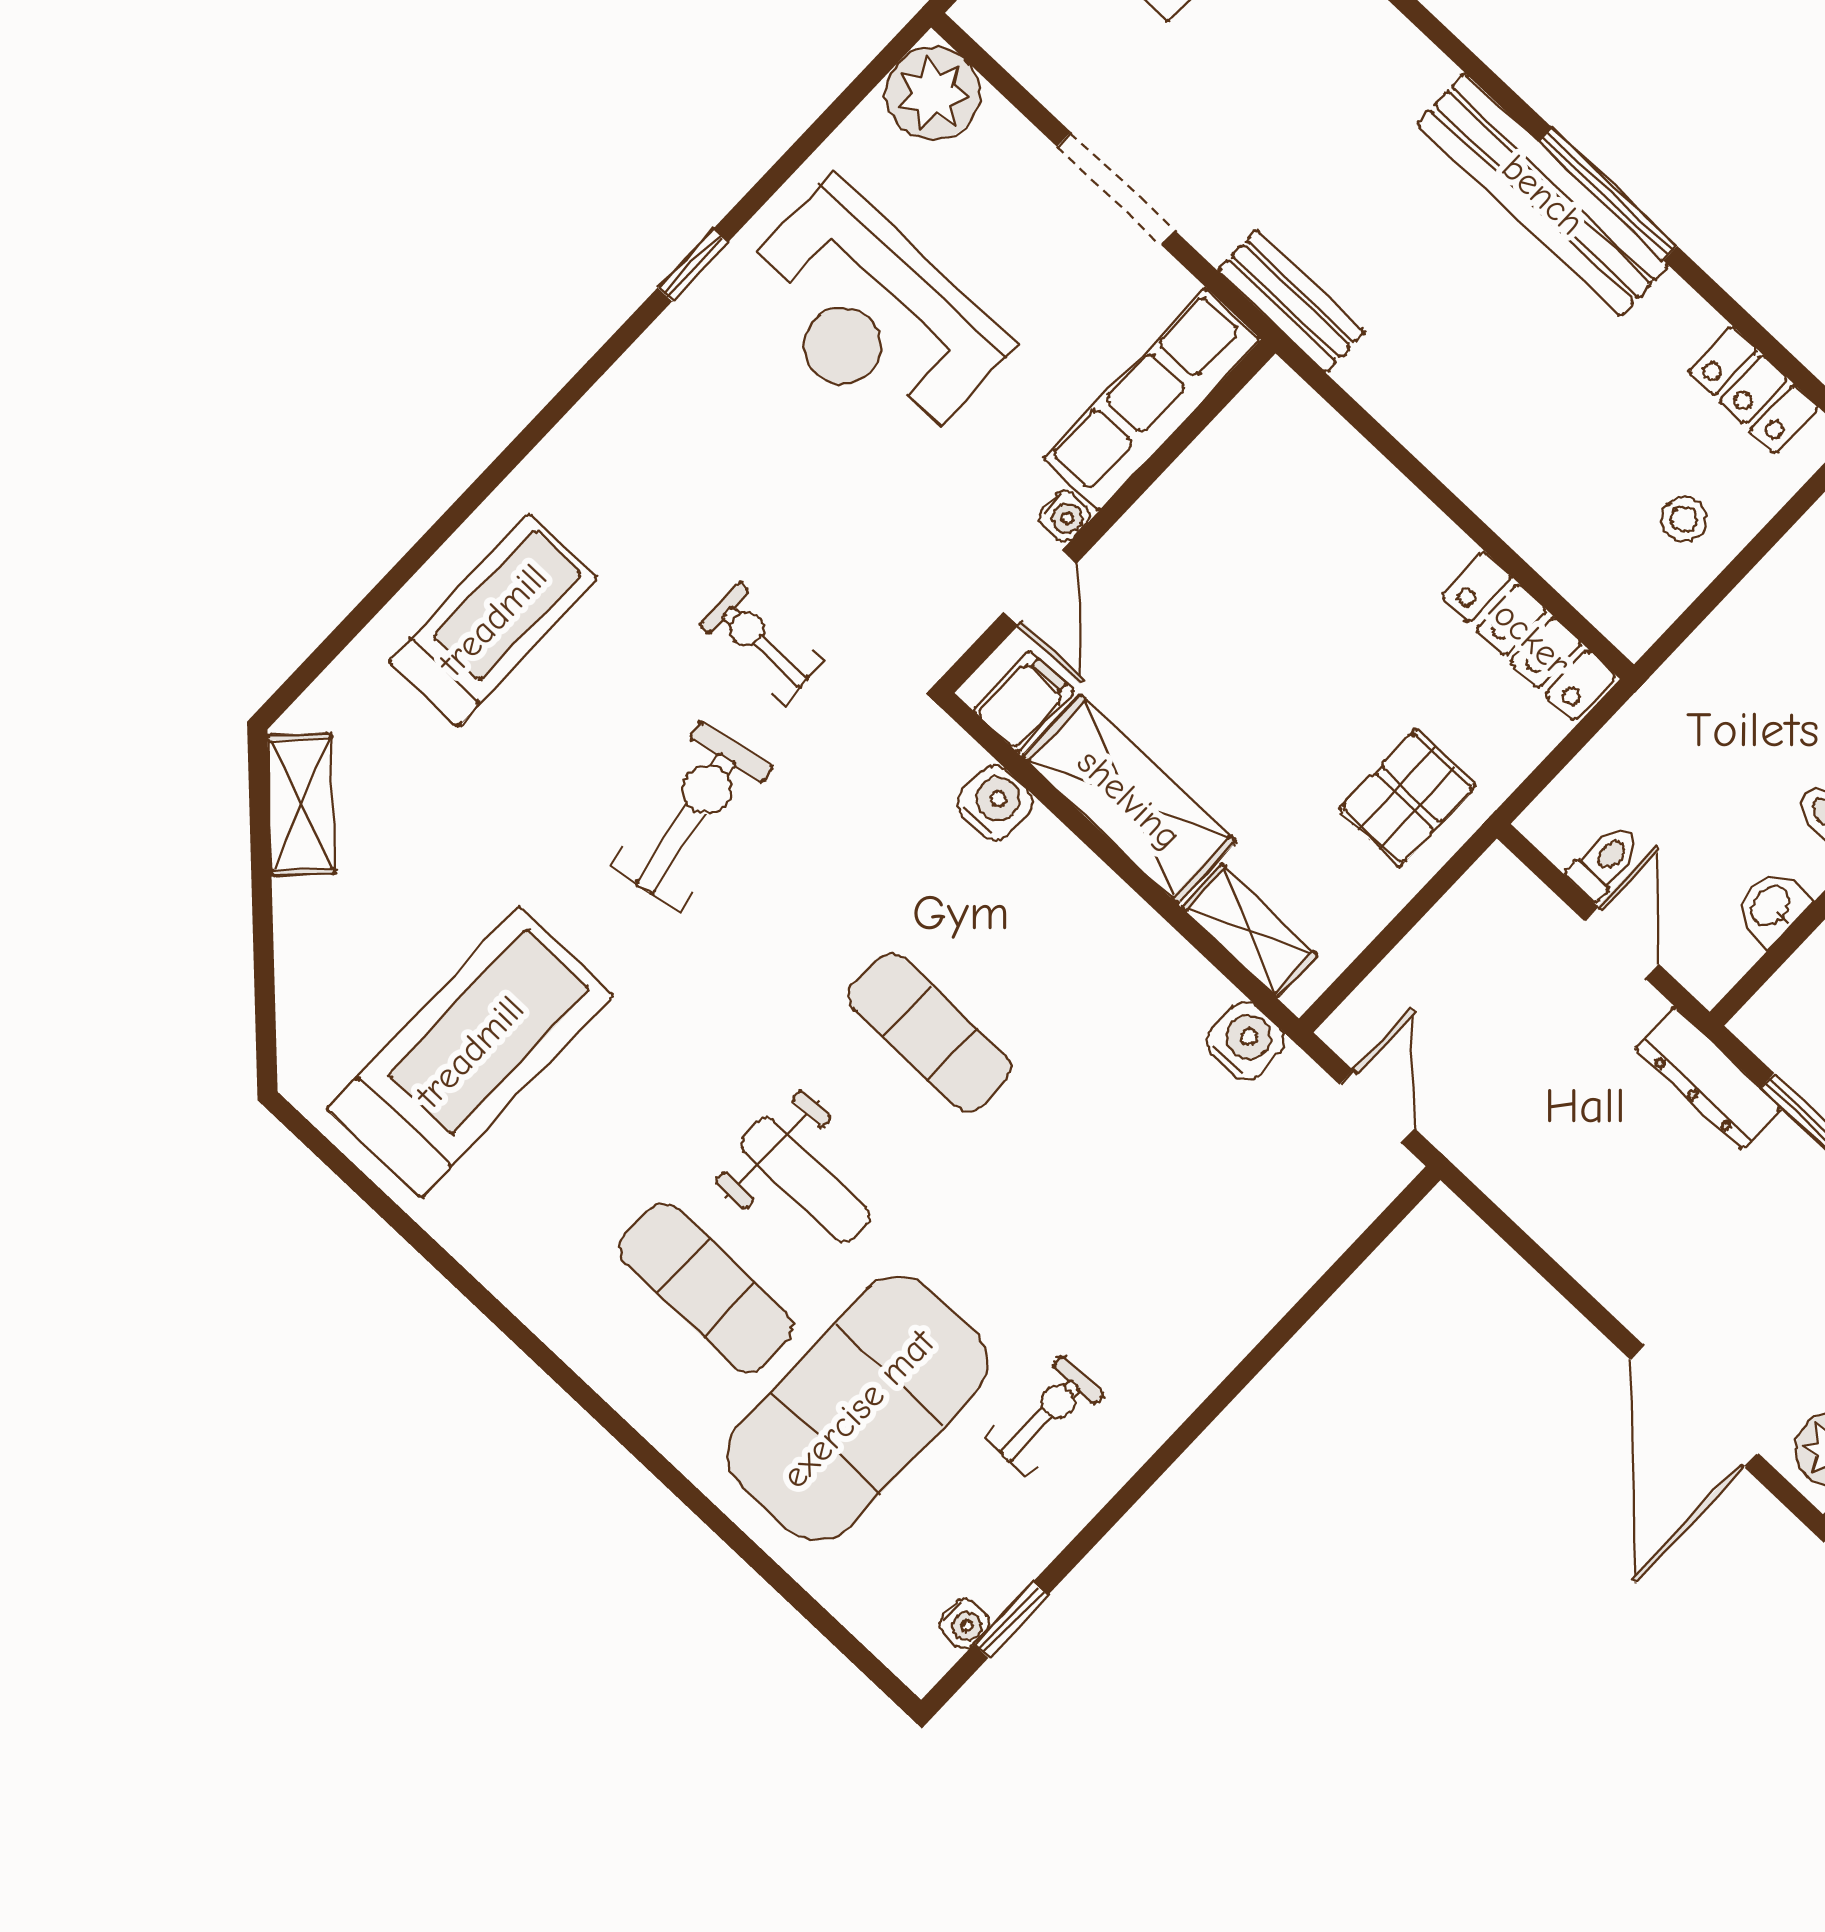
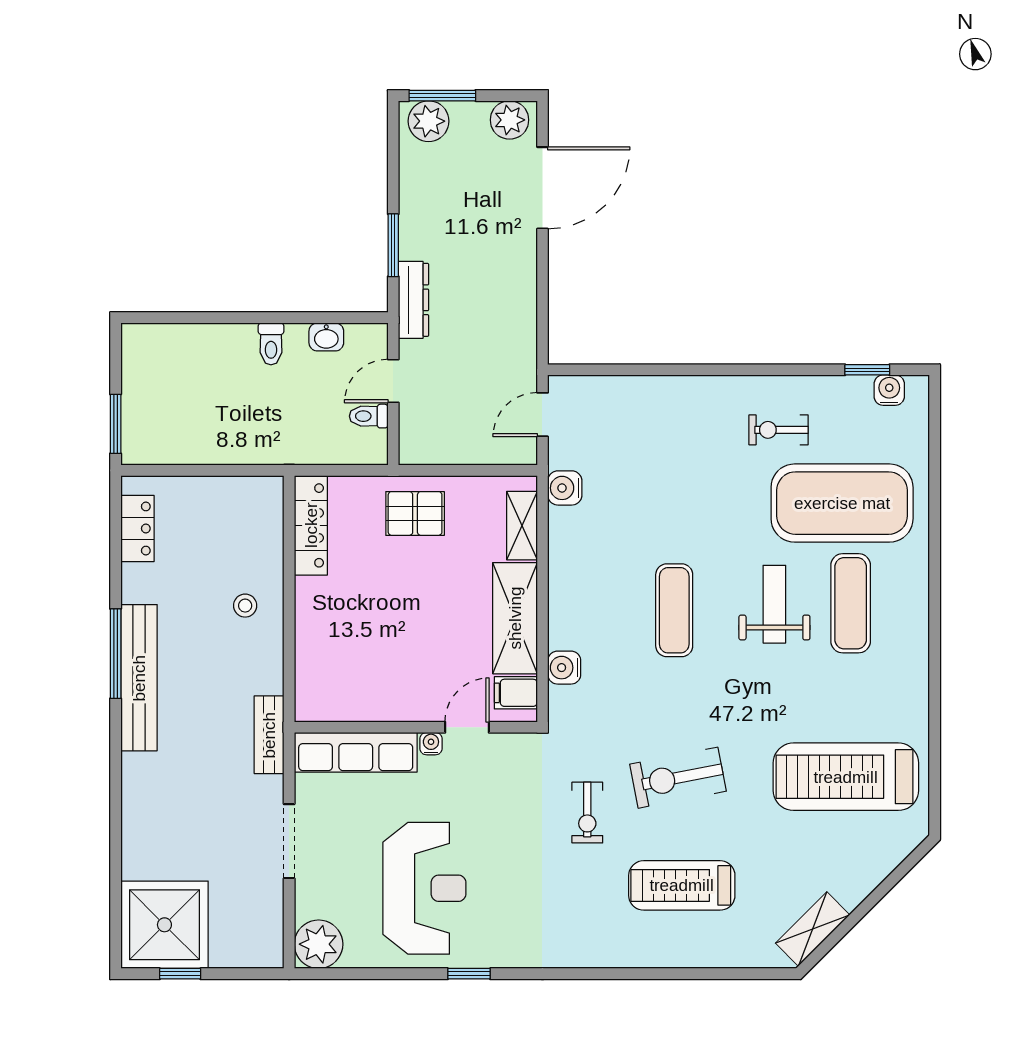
stool: (1684, 519) -> (245, 606), moved
treadmill: (493, 620) -> (682, 885), moved
water cooler: (964, 1623) -> (889, 390), width x1.38, depth x1.38

